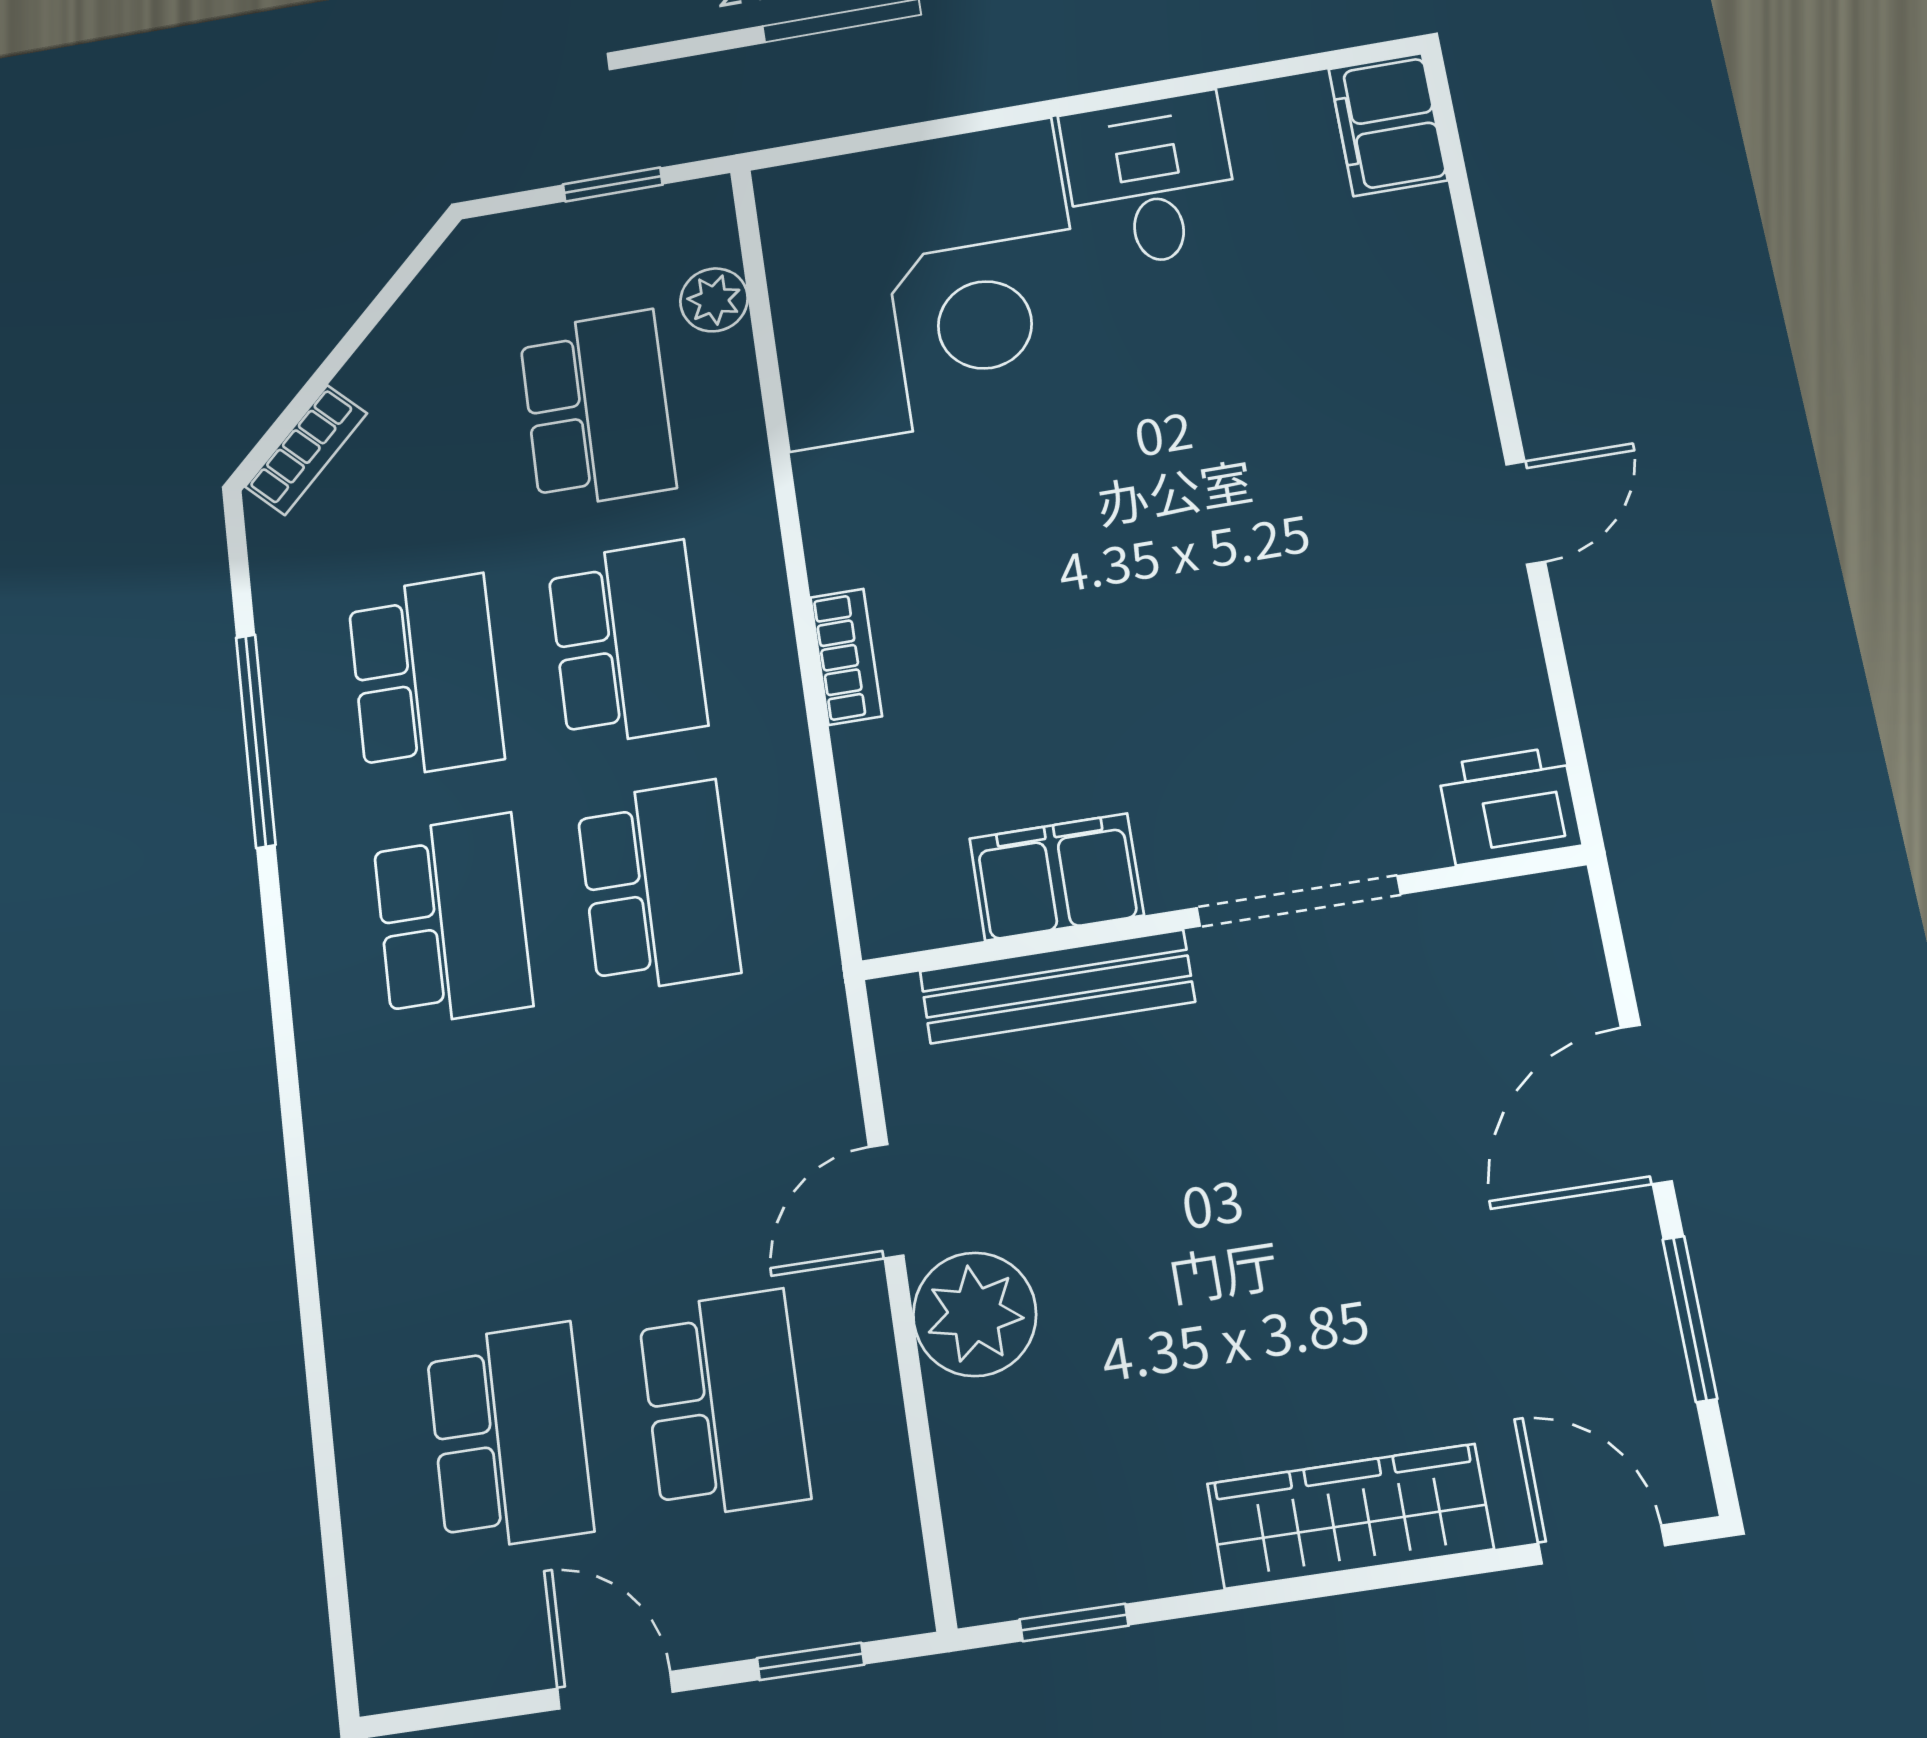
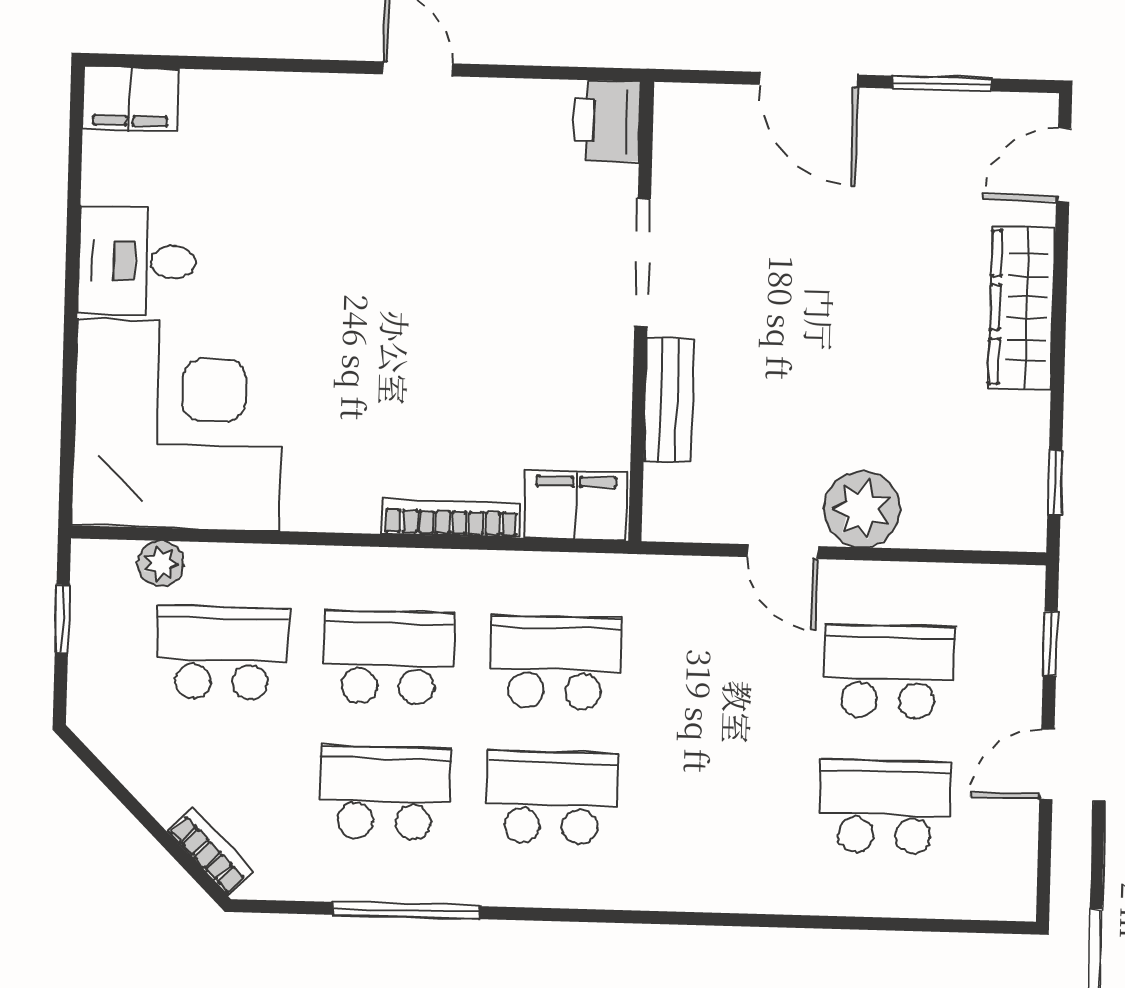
bookcase: (846, 657) -> (451, 518), width x1.56
filing cabinet: (1056, 877) -> (576, 505), moved, turned 90
bench: (1057, 987) -> (669, 400), width x0.73

